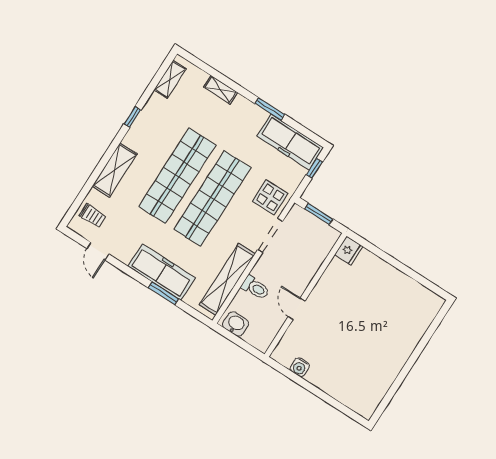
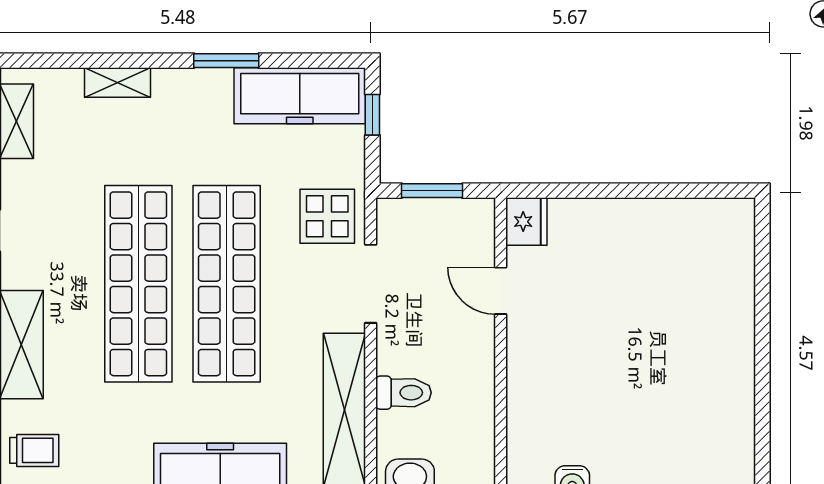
door: (297, 309) -> (501, 291), moved

